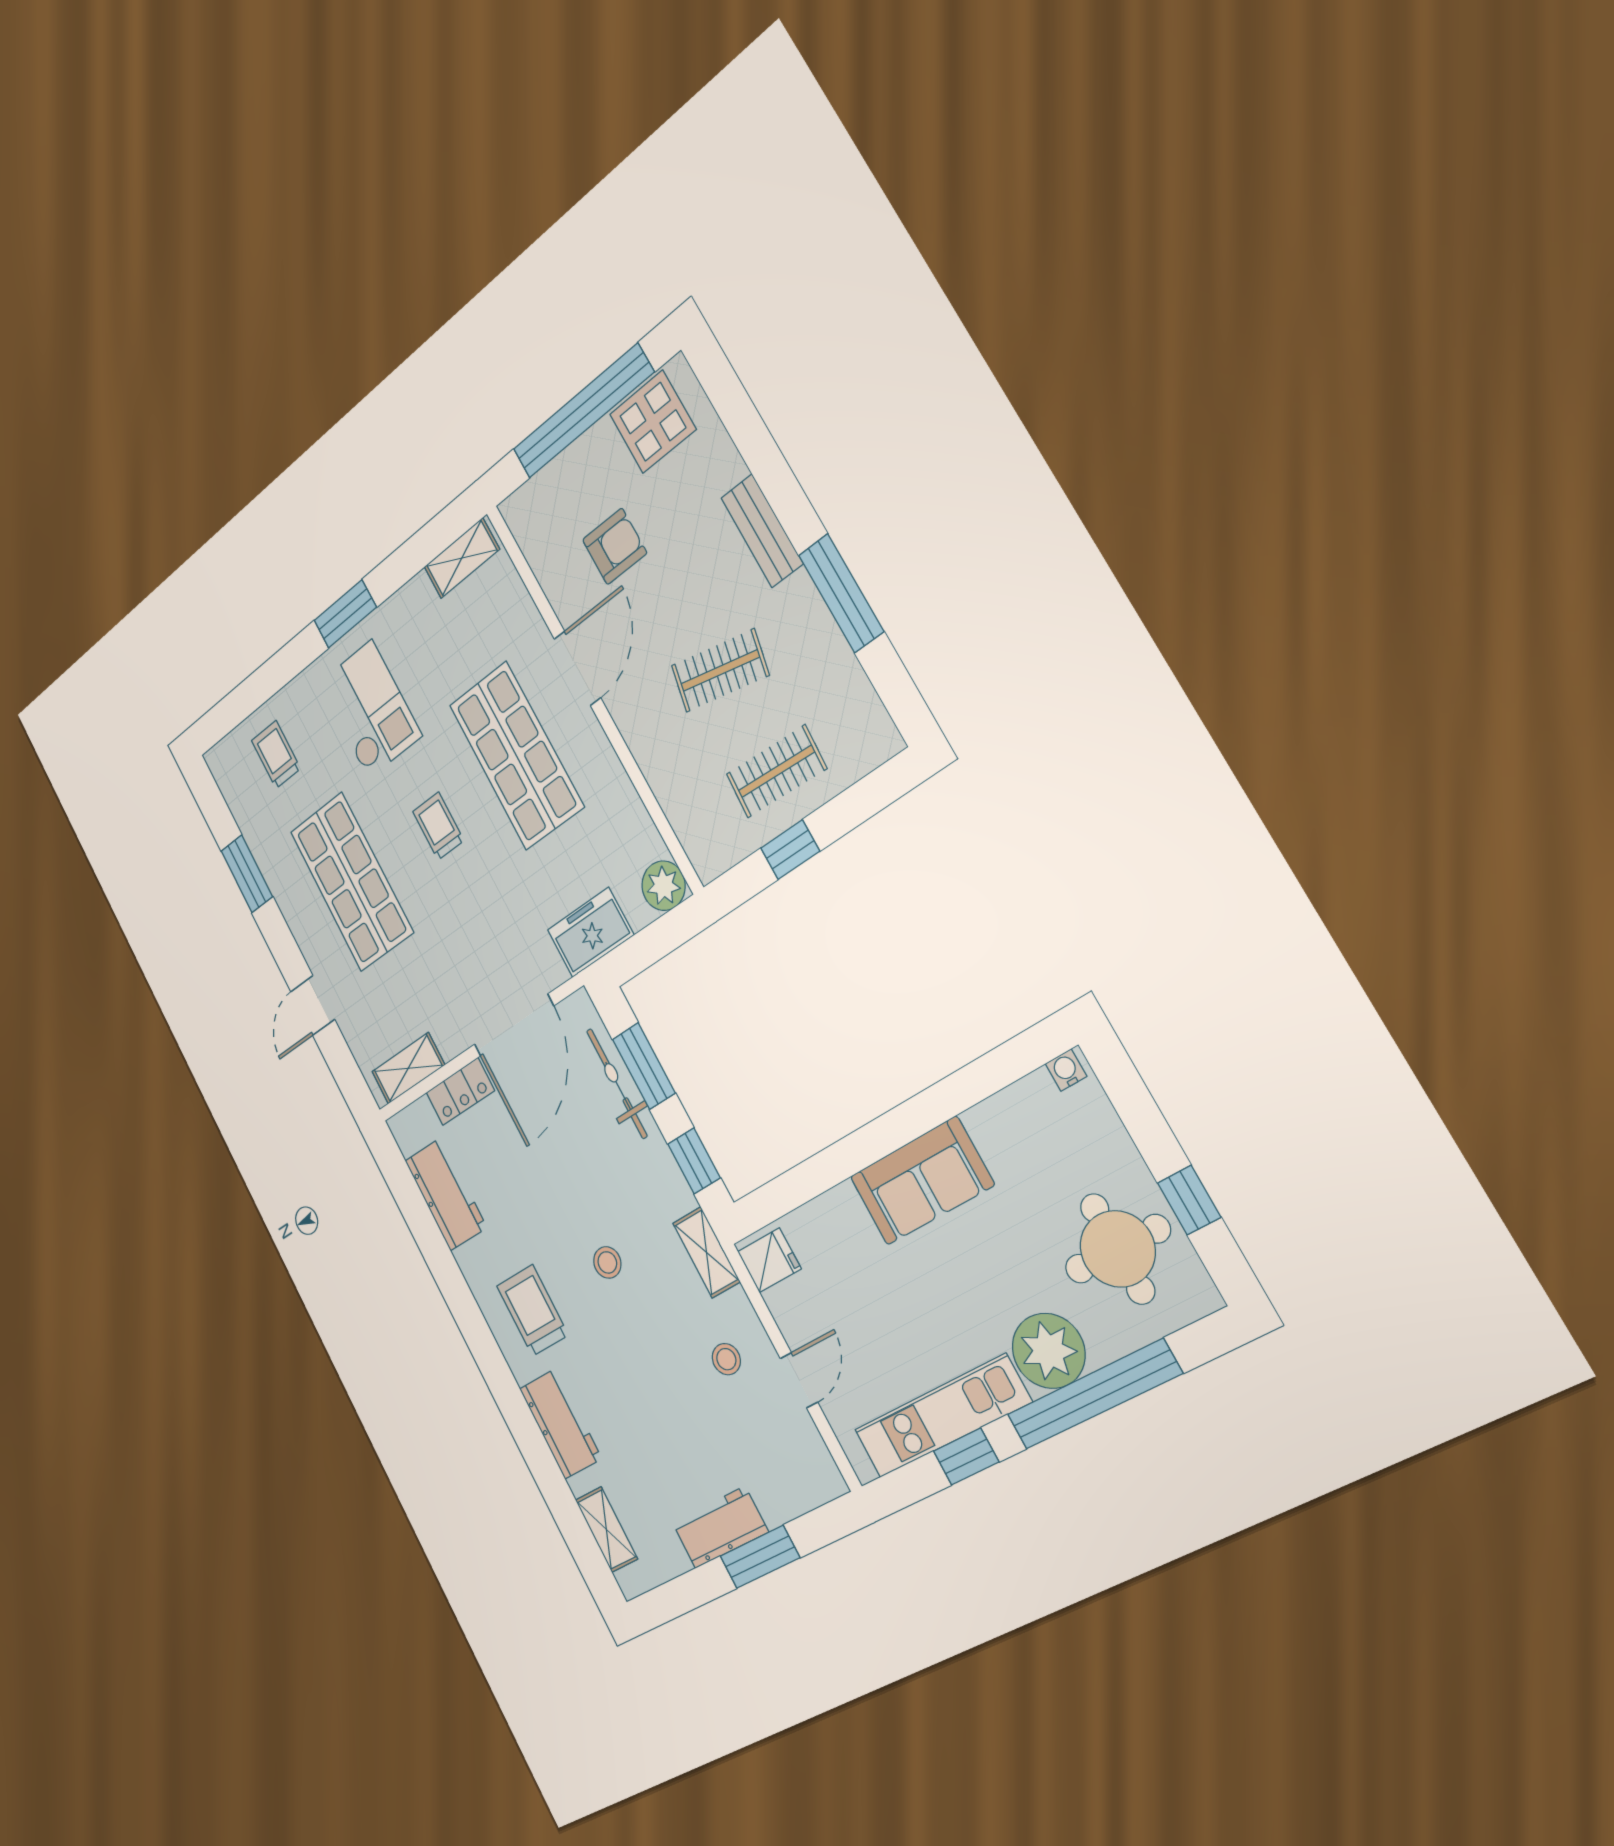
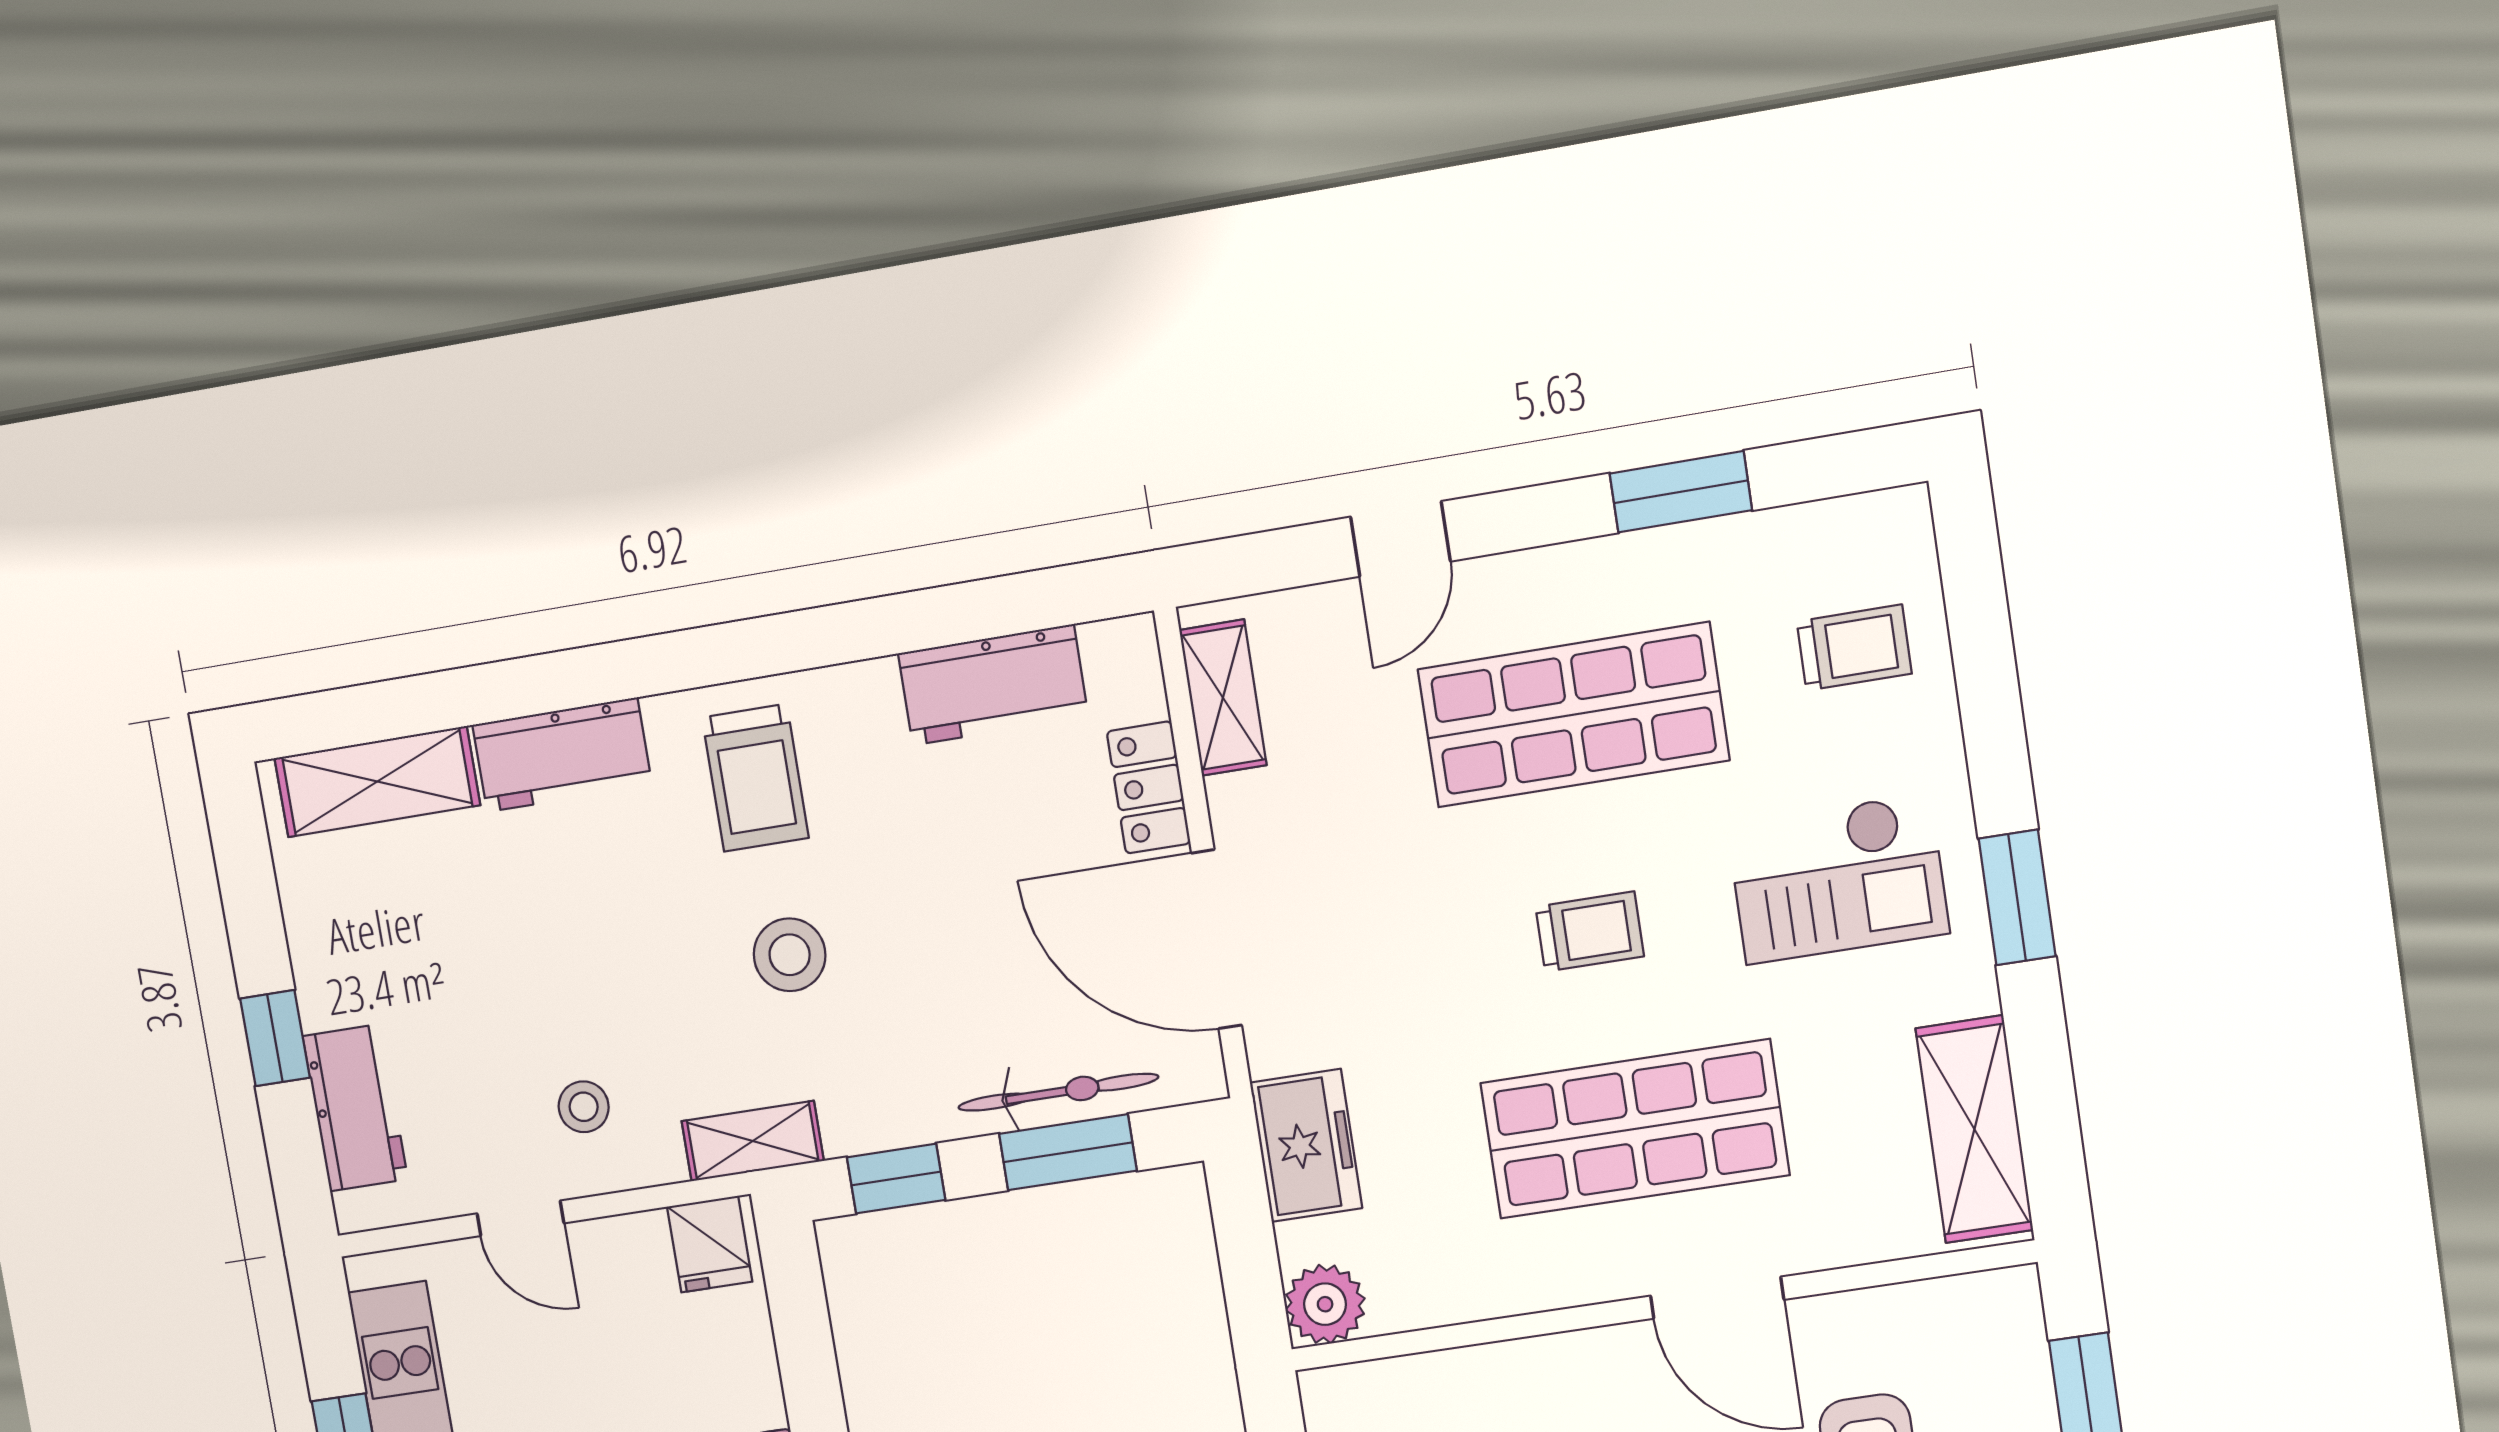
shelving: (462, 558) -> (1974, 1129), width x1.50, depth x1.33
door: (313, 1005) -> (1400, 539), swing flipped
stool: (607, 1262) -> (790, 955), width x1.37, depth x1.37
trolley: (532, 1310) -> (755, 778), turned 90
workbench: (720, 1527) -> (355, 1108), moved
shelving: (606, 1529) -> (377, 782), width x1.50, depth x1.33
window: (760, 1557) -> (275, 1038), width x0.67

